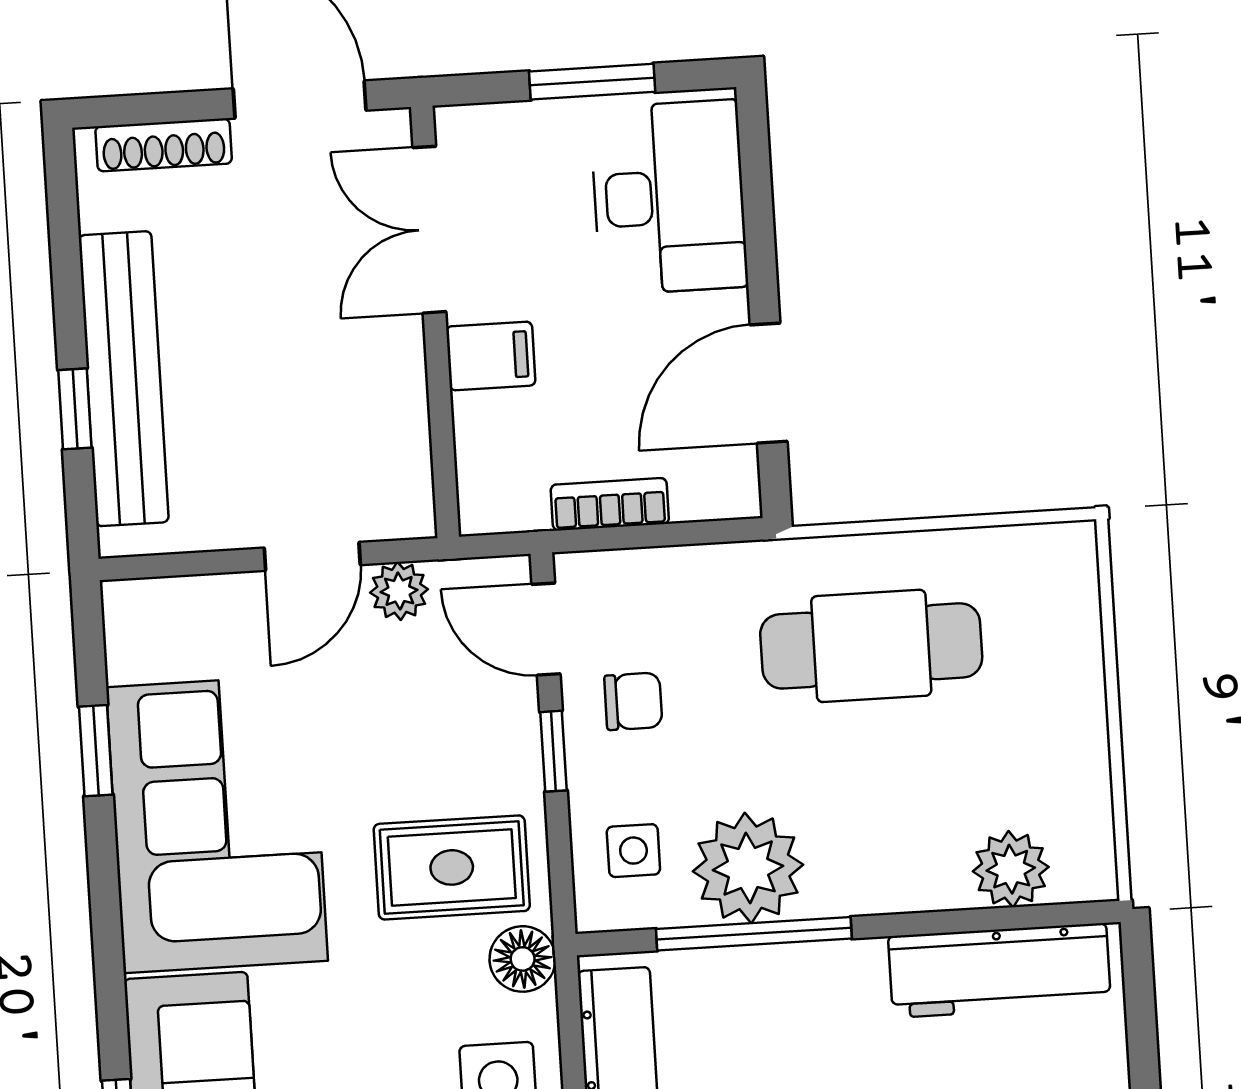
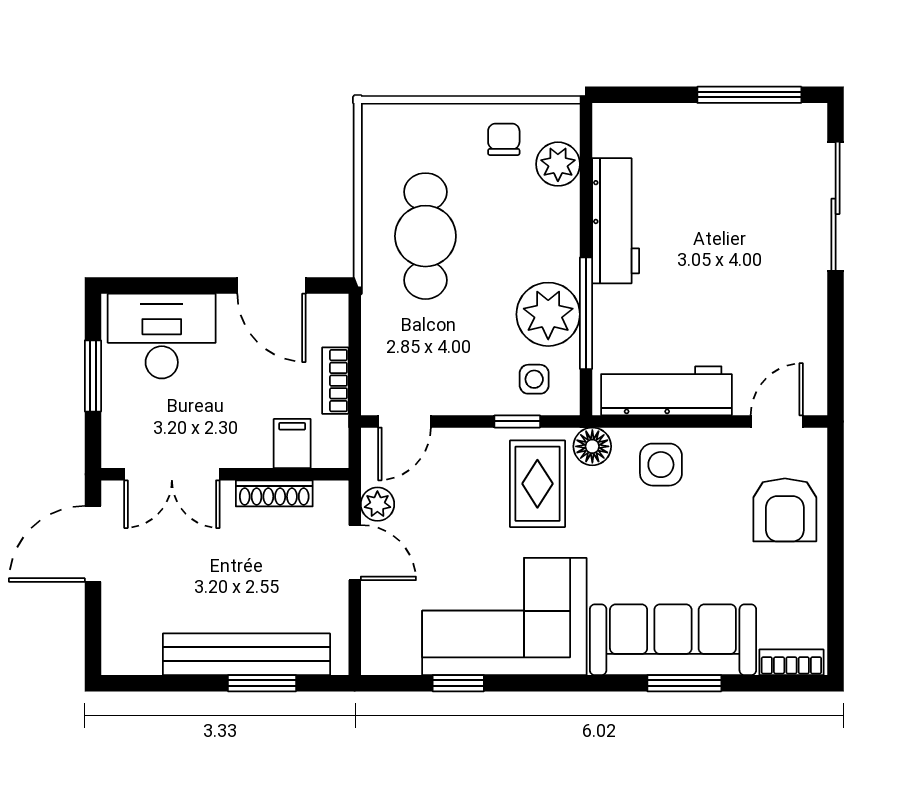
shoe rack: (164, 145) -> (274, 493), moved, turned 90
filing cabinet: (491, 356) -> (292, 444), moved
window: (75, 409) -> (262, 683), width x1.50
chair: (633, 701) -> (504, 139), moved
window: (553, 751) -> (517, 421), moved
workbench: (999, 971) -> (616, 221), moved

